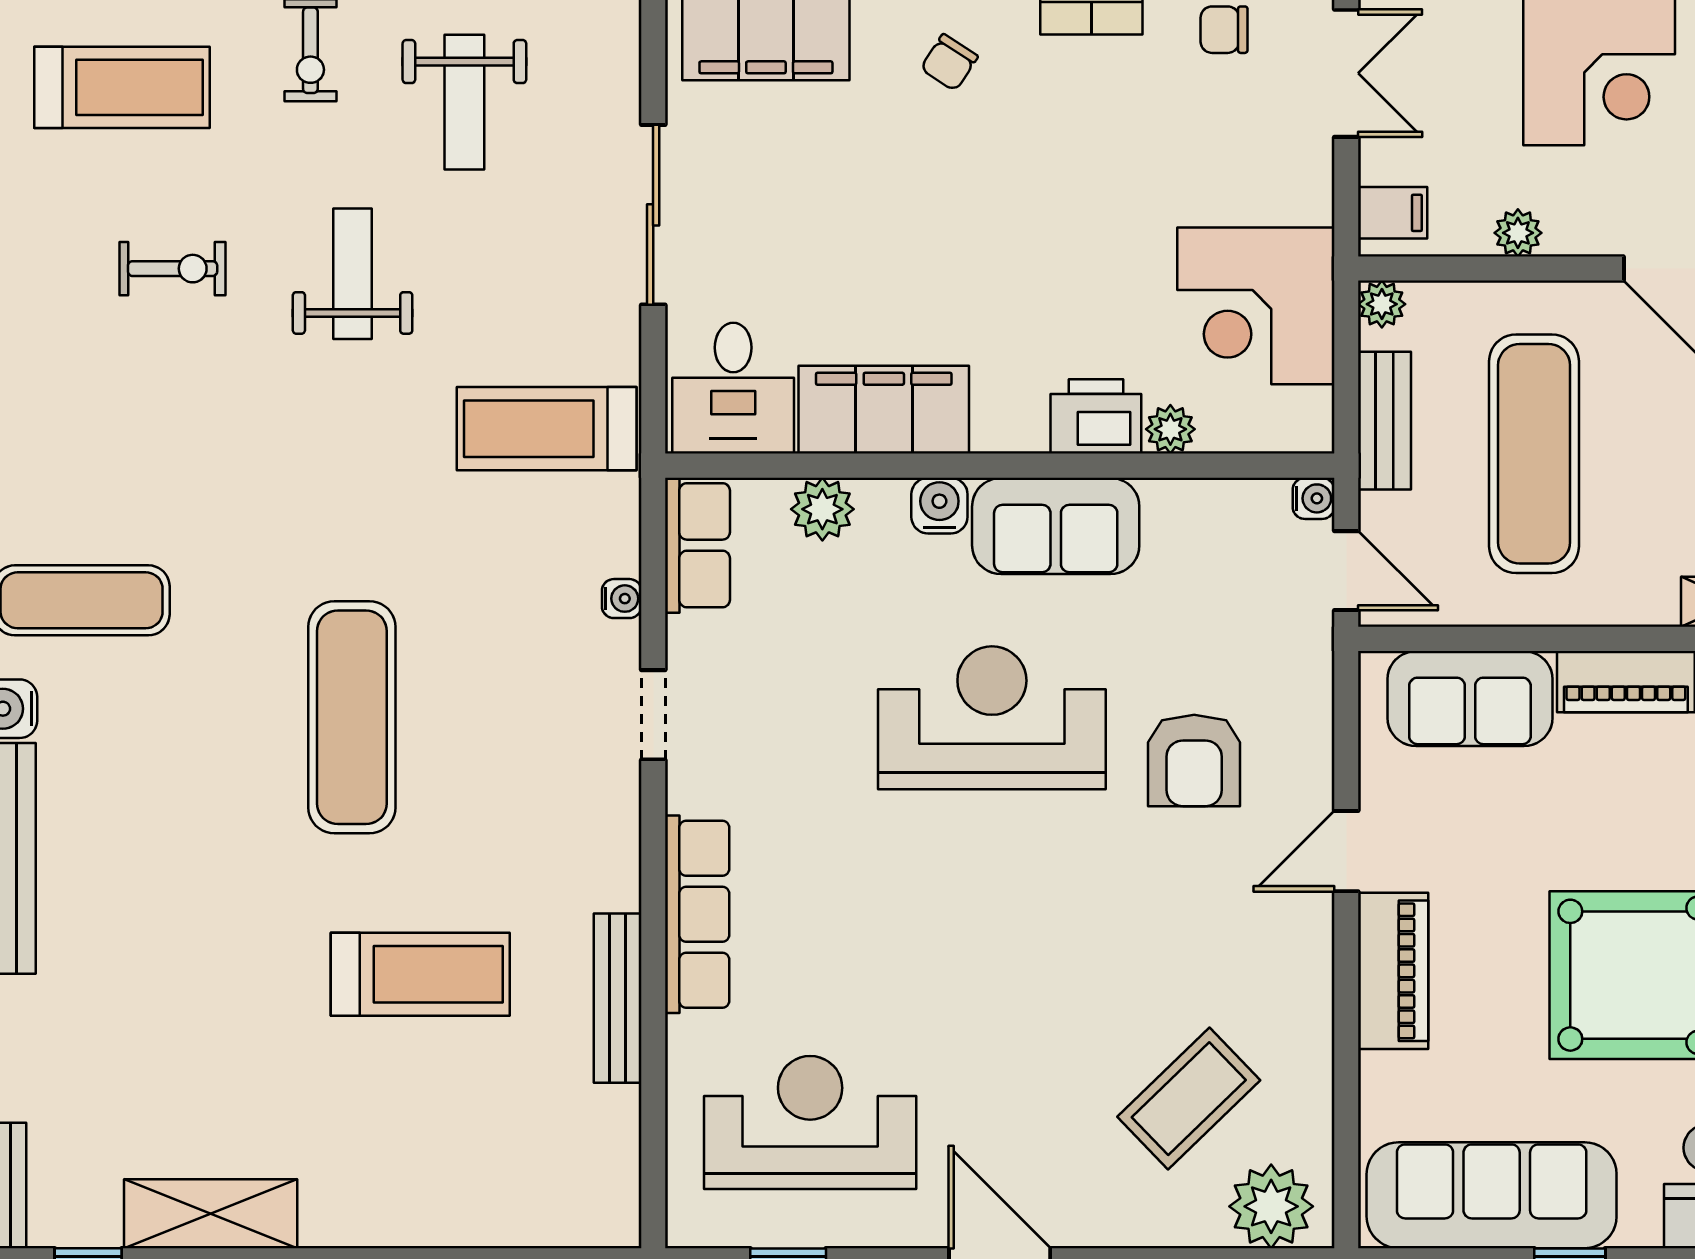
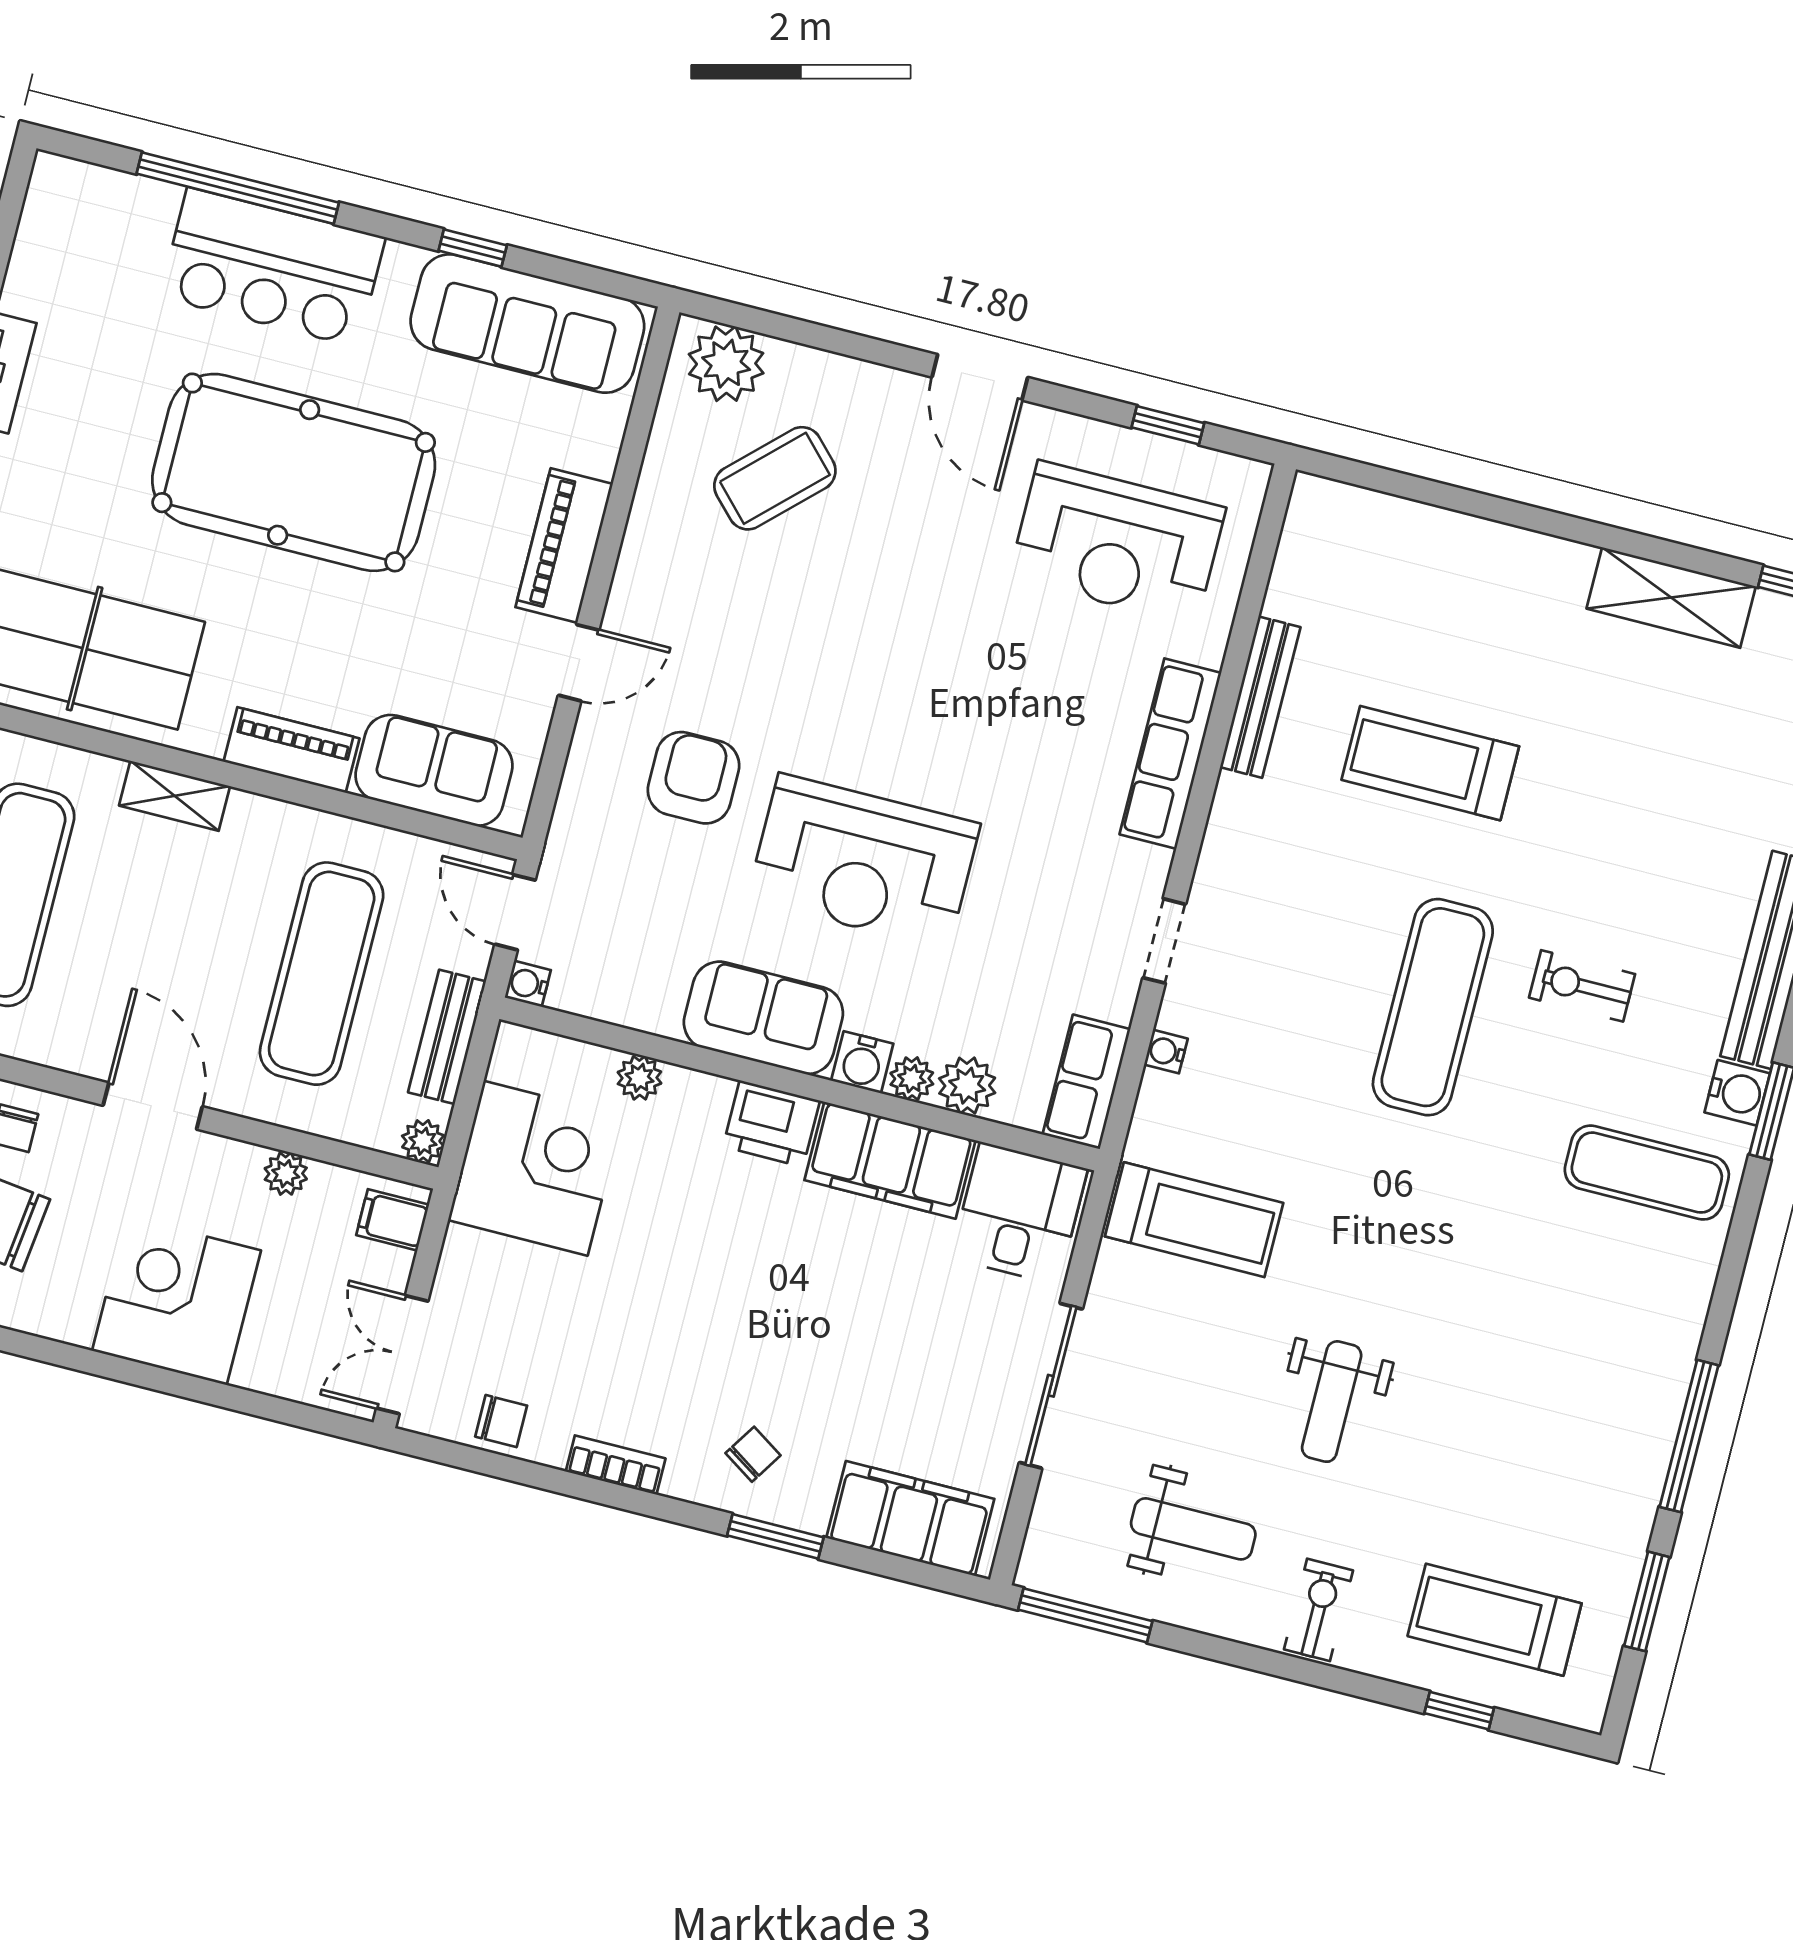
weight bench: (464, 102) -> (1193, 1529), turned 90
exercise bike: (173, 269) -> (1582, 986), moved
printer: (1096, 416) -> (771, 1124), moved
plant: (883, 502) -> (912, 1079), added

